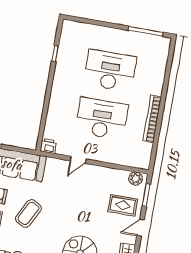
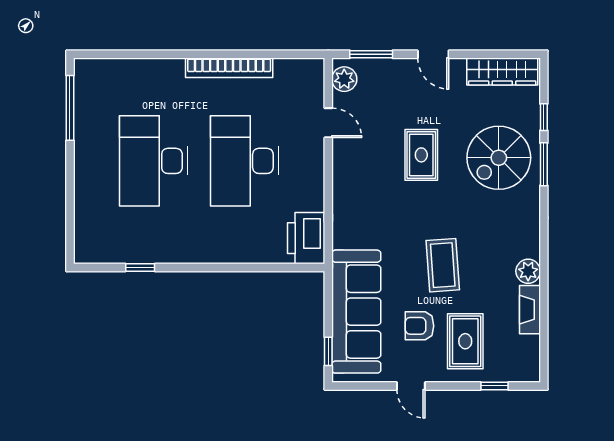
printer: (48, 146) -> (306, 238), width x1.87, depth x1.48
door: (78, 160) -> (328, 123), moved
rug: (123, 205) -> (421, 155), moved
coffee table: (28, 213) -> (443, 265), turned 58

